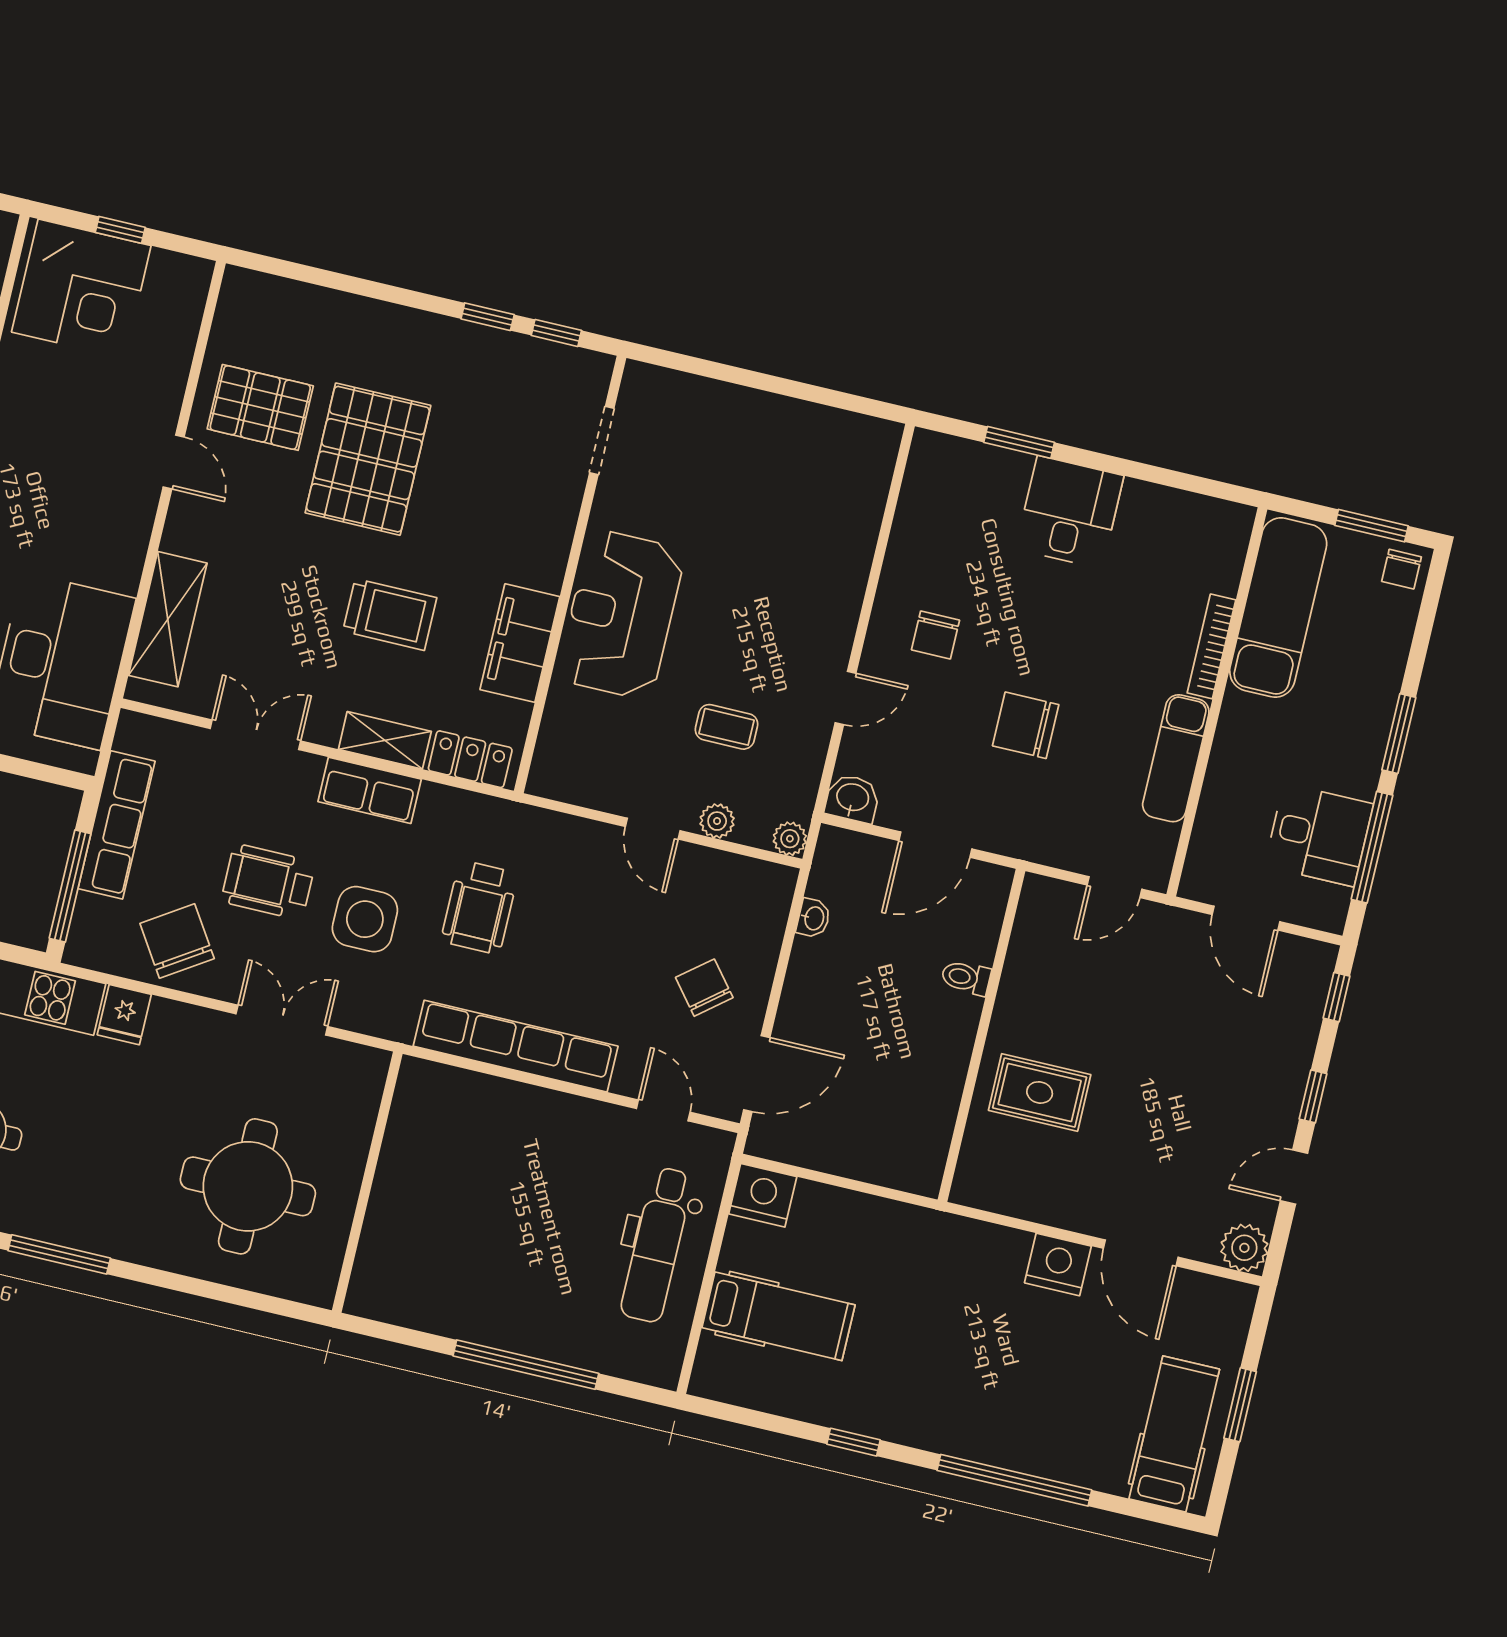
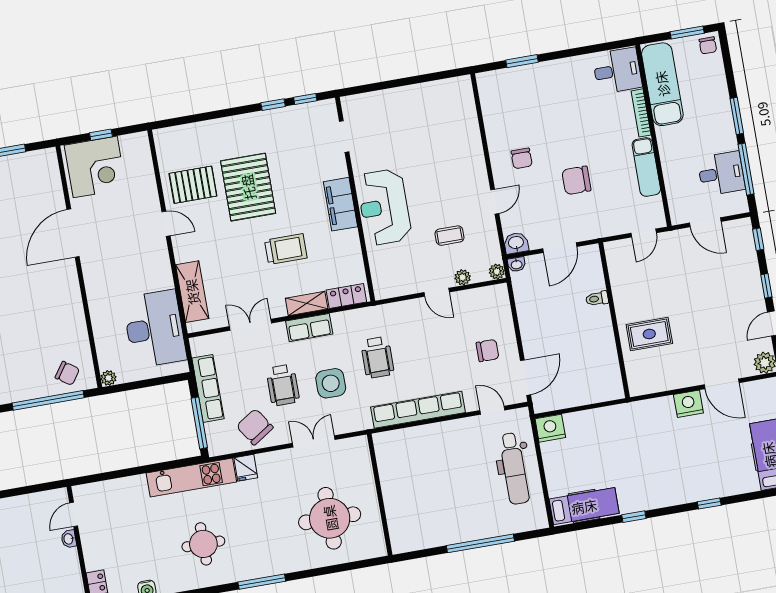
desk: (1070, 512) -> (617, 71), moved, turned 90
filing cabinet: (520, 643) -> (340, 204), moved
wheelchair: (268, 882) -> (283, 385), turned -90
washbasin: (813, 918) -> (517, 264), moved, turned 90
chair: (704, 988) -> (488, 351), turned 129
hospital bed: (778, 1316) -> (584, 506), moved
window: (1014, 1480) -> (709, 503), width x0.32

